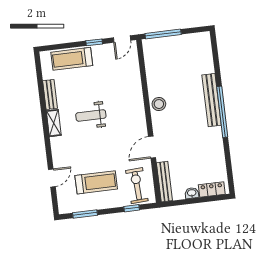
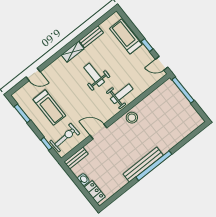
weight bench: (128, 99) -> (122, 94), added
bench: (212, 100) -> (143, 165), moved
bench: (164, 182) -> (76, 158), width x0.73

